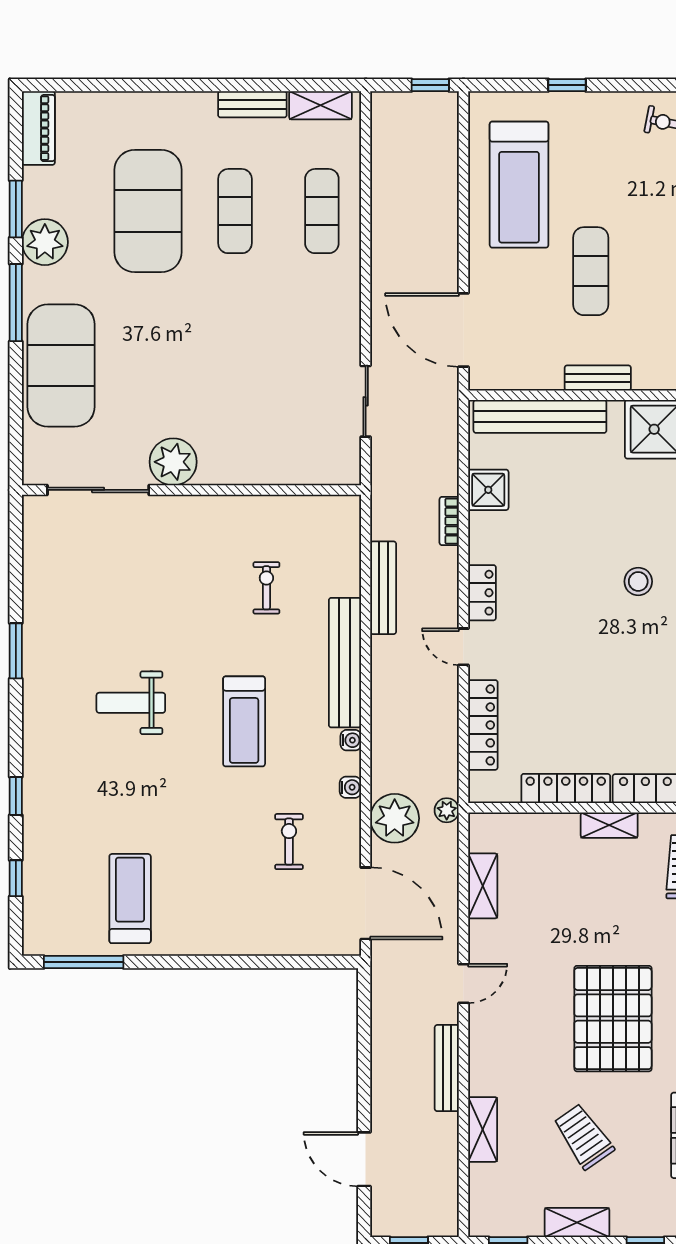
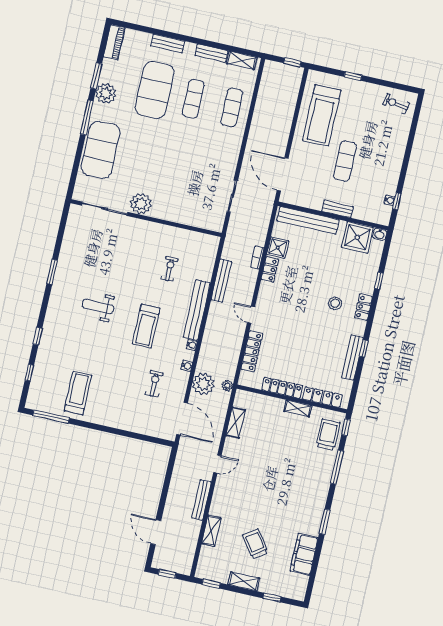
bench: (154, 105) -> (168, 43), added
locker: (482, 593) -> (270, 269), moved
pallet: (613, 1019) -> (280, 495), removed

